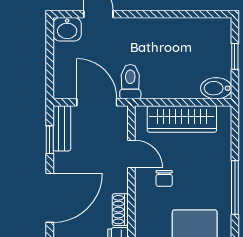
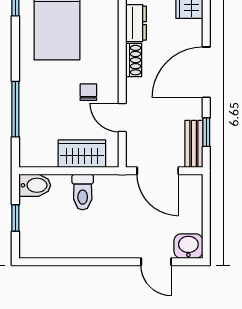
toilet: (130, 82) -> (83, 192), moved
wardrobe: (182, 119) -> (82, 154), width x0.67
window: (235, 187) -> (15, 109), moved

